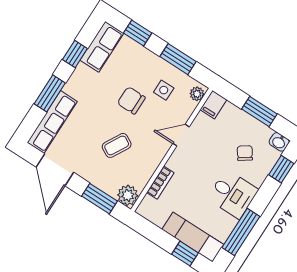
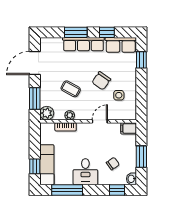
window: (178, 59) -> (141, 92), removed
plant: (197, 94) -> (70, 115), moved
chair: (131, 100) -> (101, 81), turned -145
row of seats: (52, 122) -> (83, 44), moved
door: (181, 135) -> (100, 121), hinge flipped

